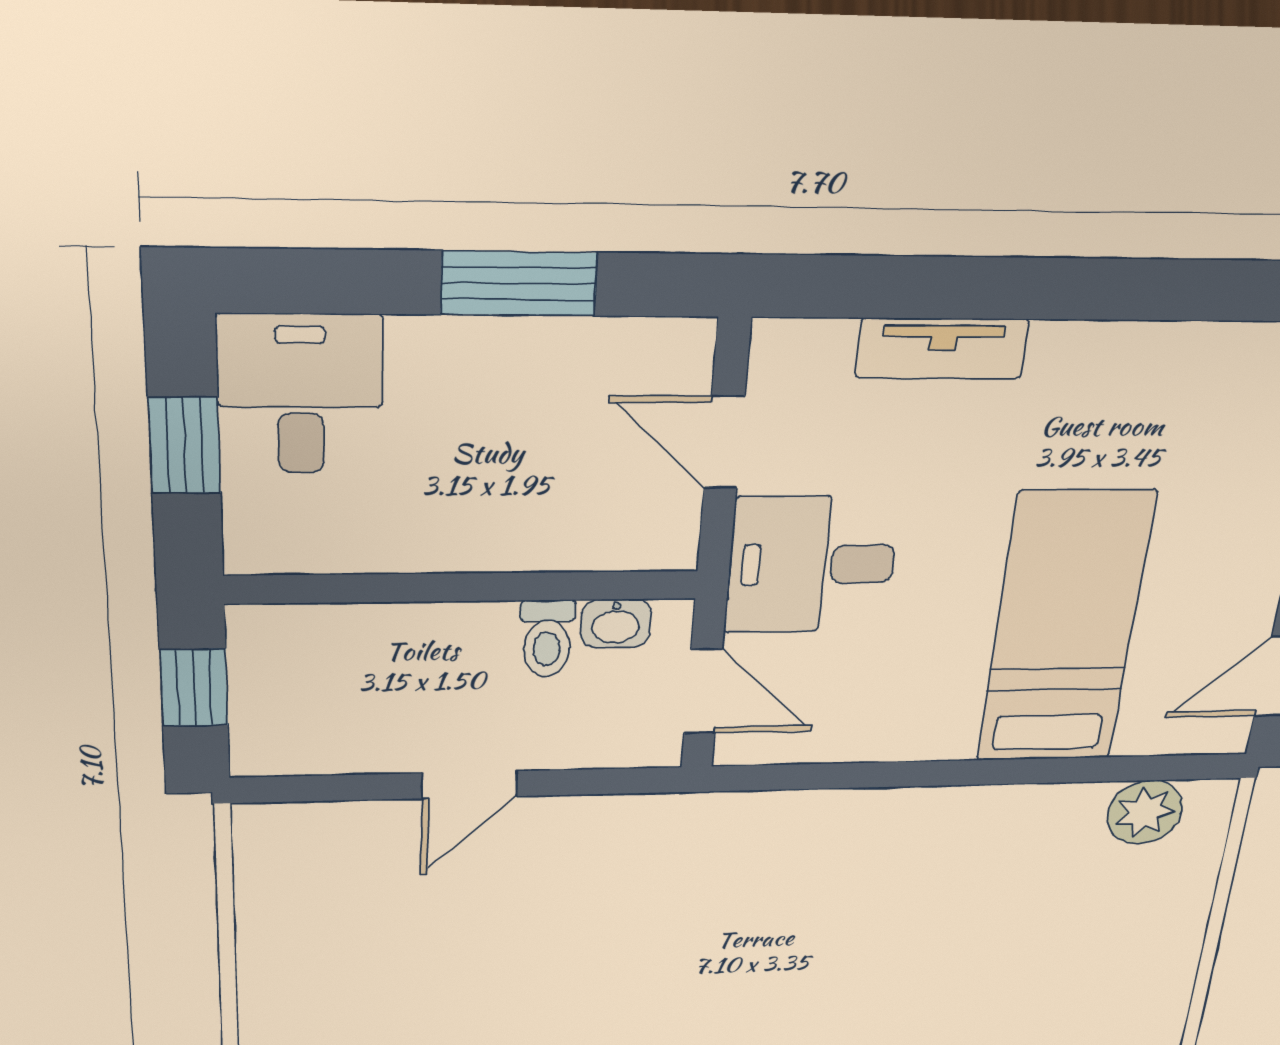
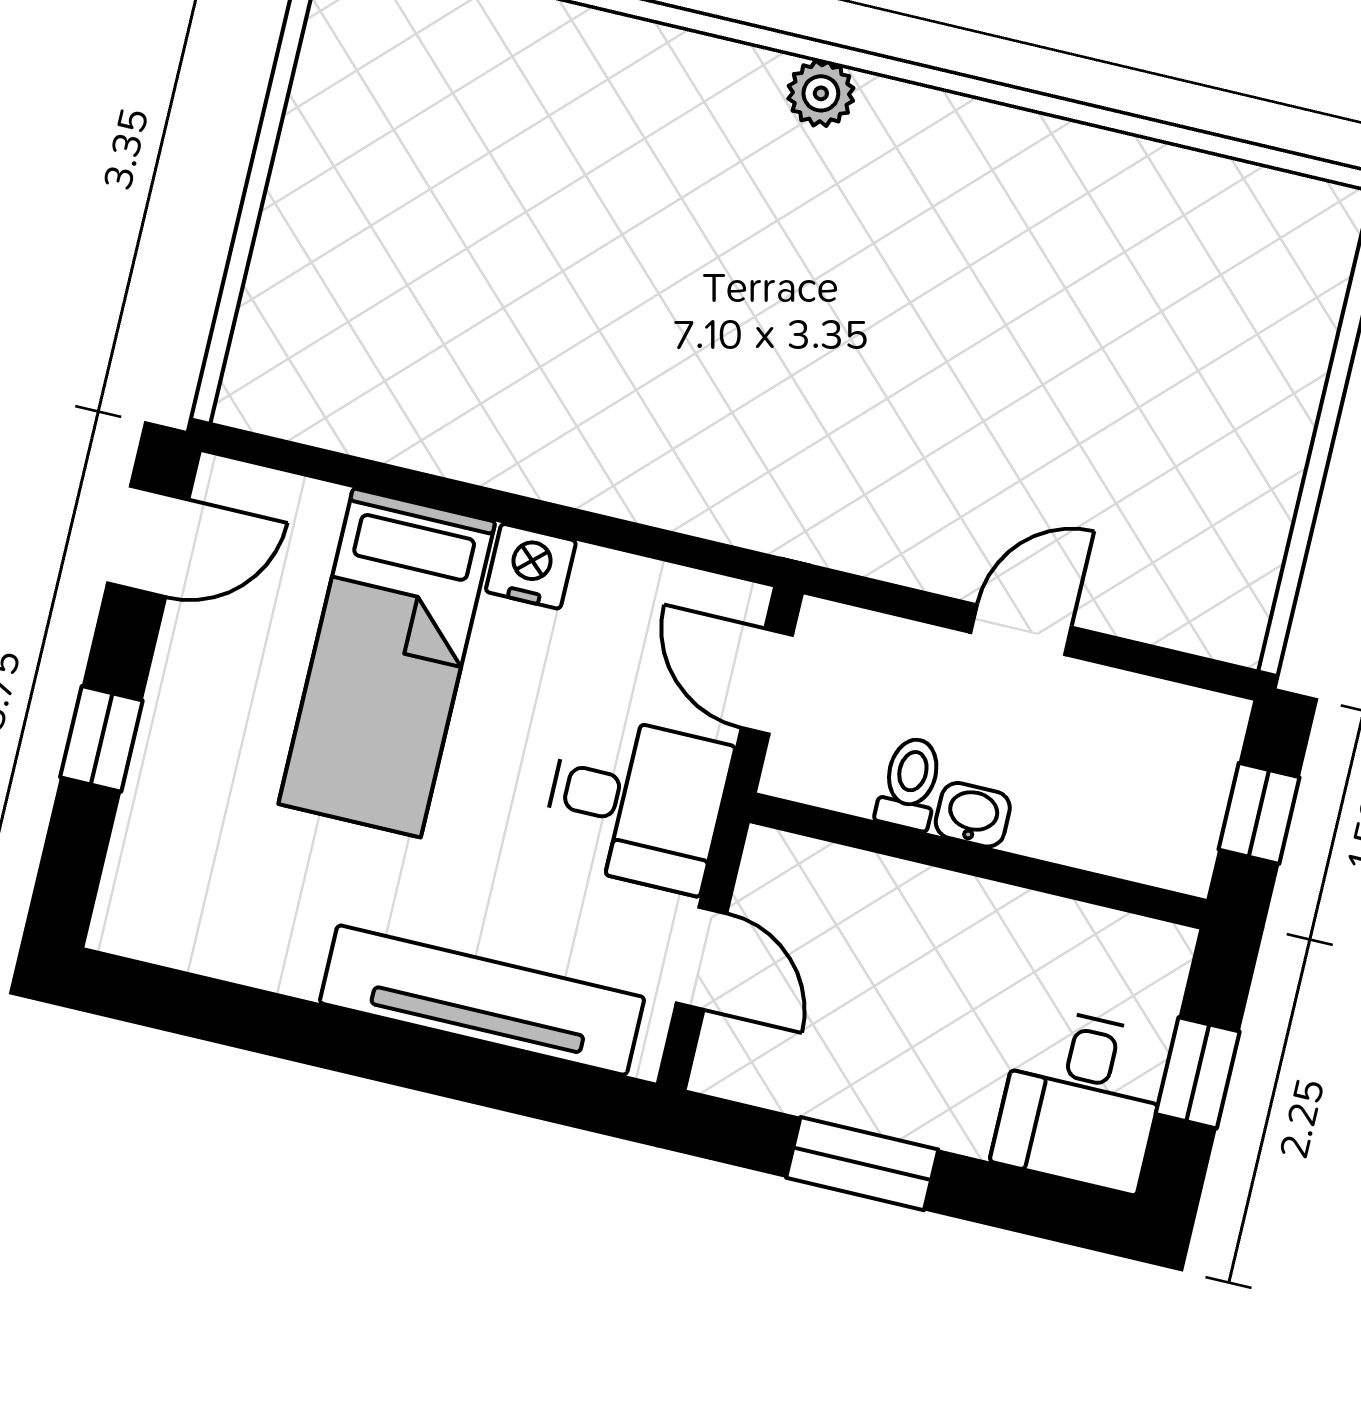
tv unit: (942, 349) -> (482, 1000), width x1.92, depth x1.29
washbasin: (616, 624) -> (973, 815), moved
nightstand: (939, 733) -> (531, 566), added
plant: (1145, 812) -> (318, 404), removed

